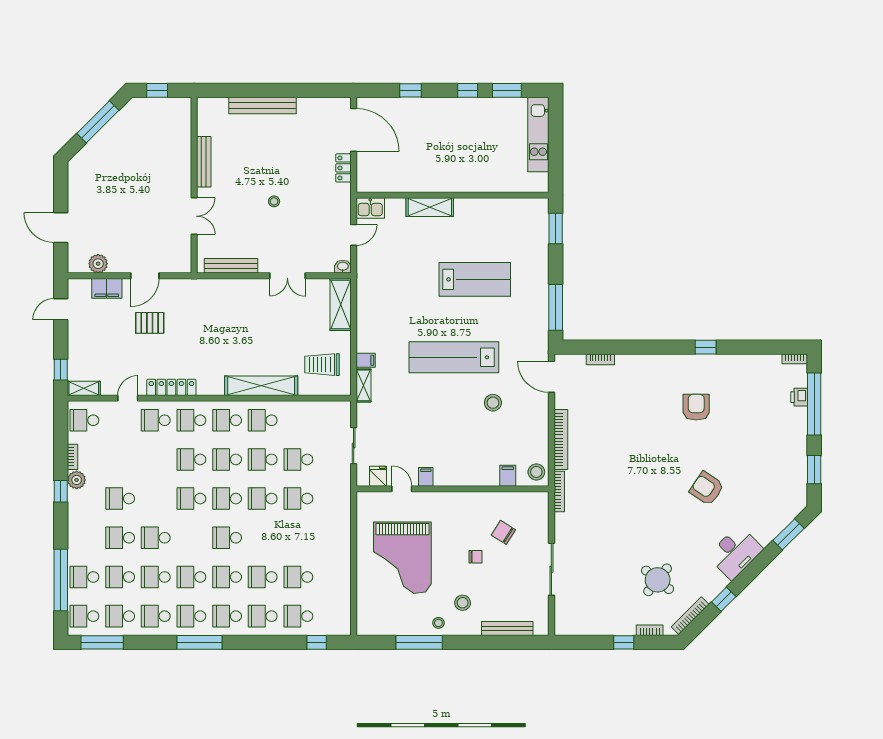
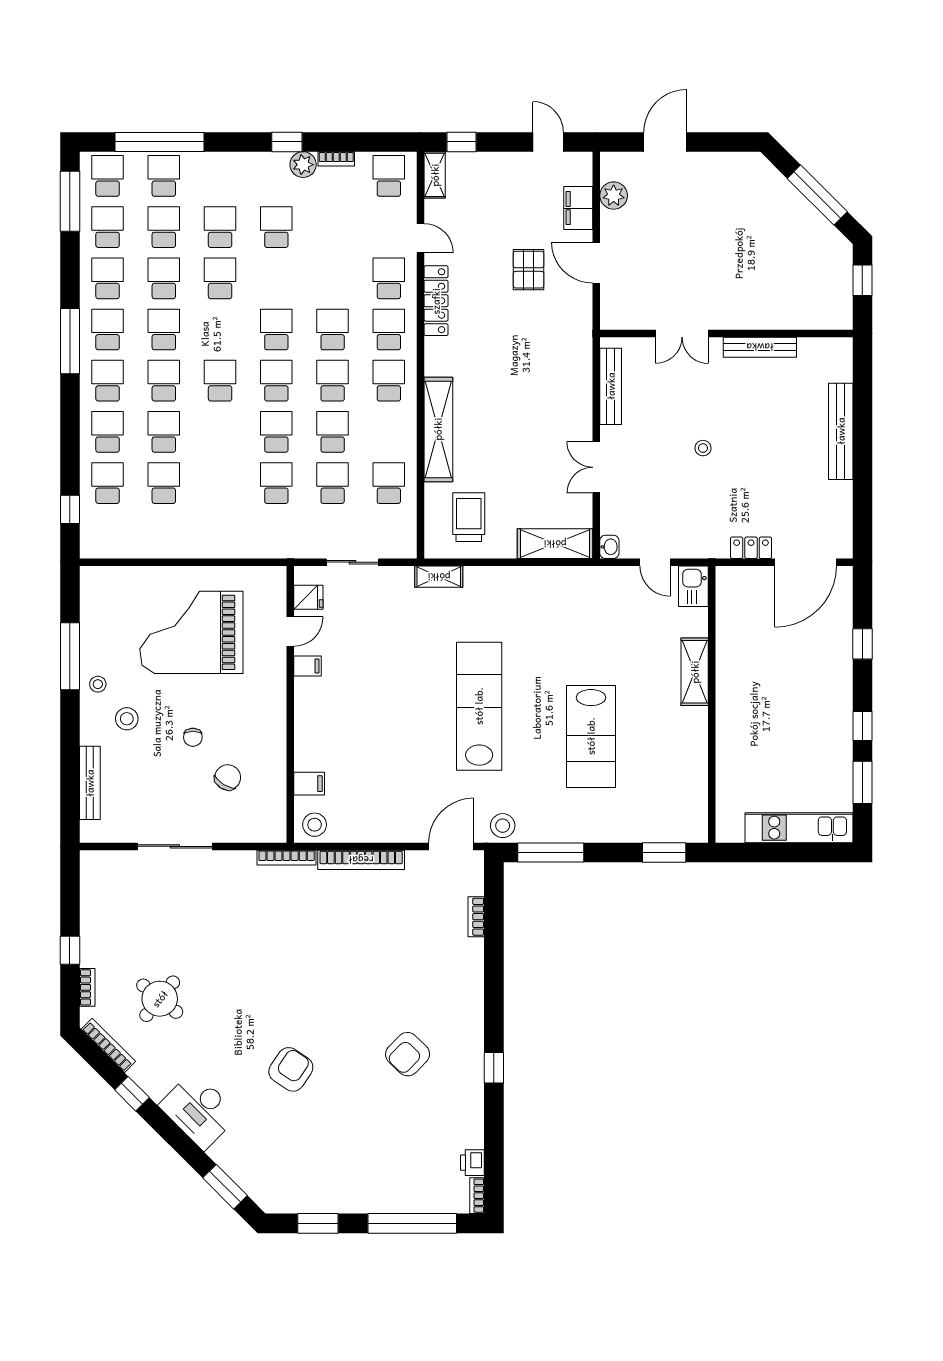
filing cabinet: (366, 360) -> (475, 580), removed
printer: (799, 397) -> (472, 1163), moved, turned -90
stool: (493, 403) -> (503, 826), moved
armchair: (696, 407) -> (408, 1054), turned 134
school desk: (263, 420) -> (389, 483), moved

